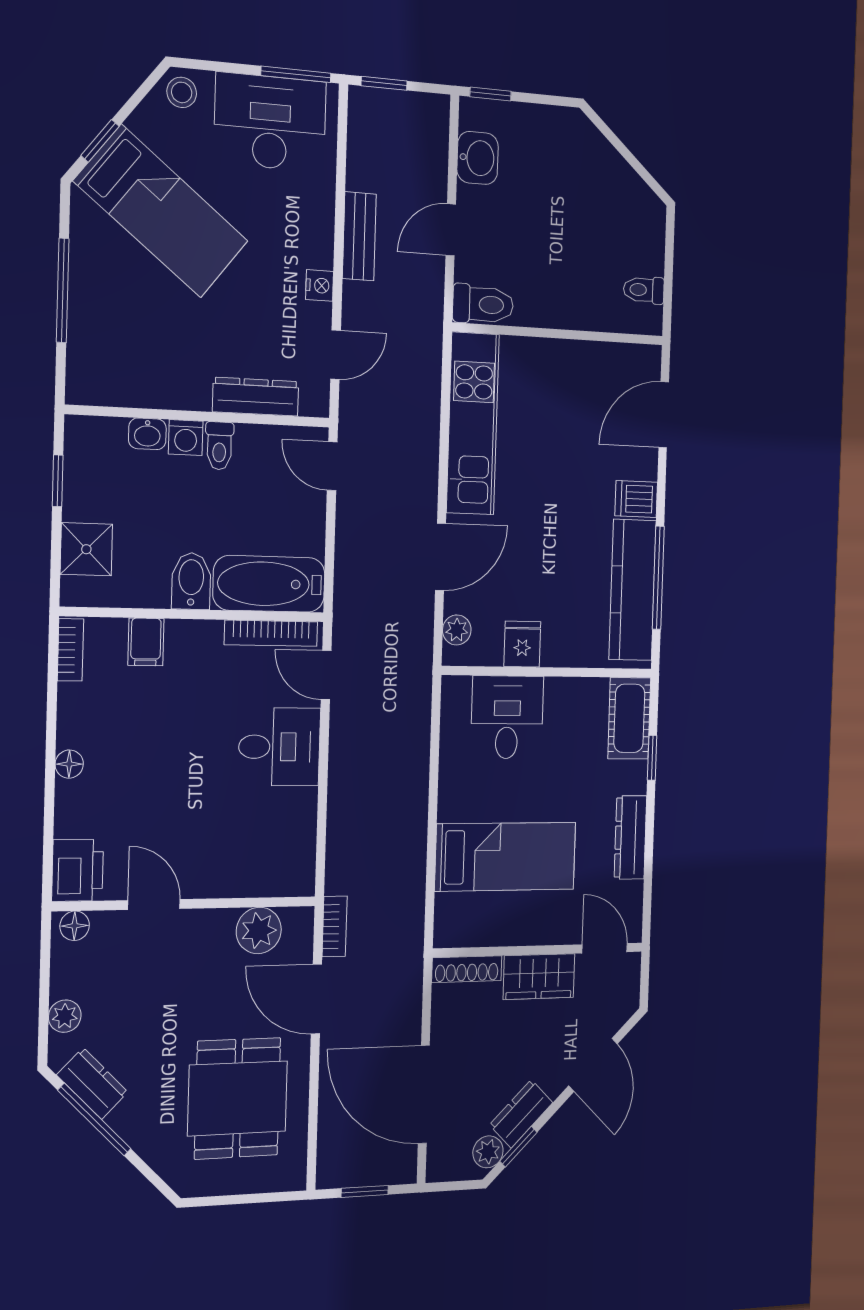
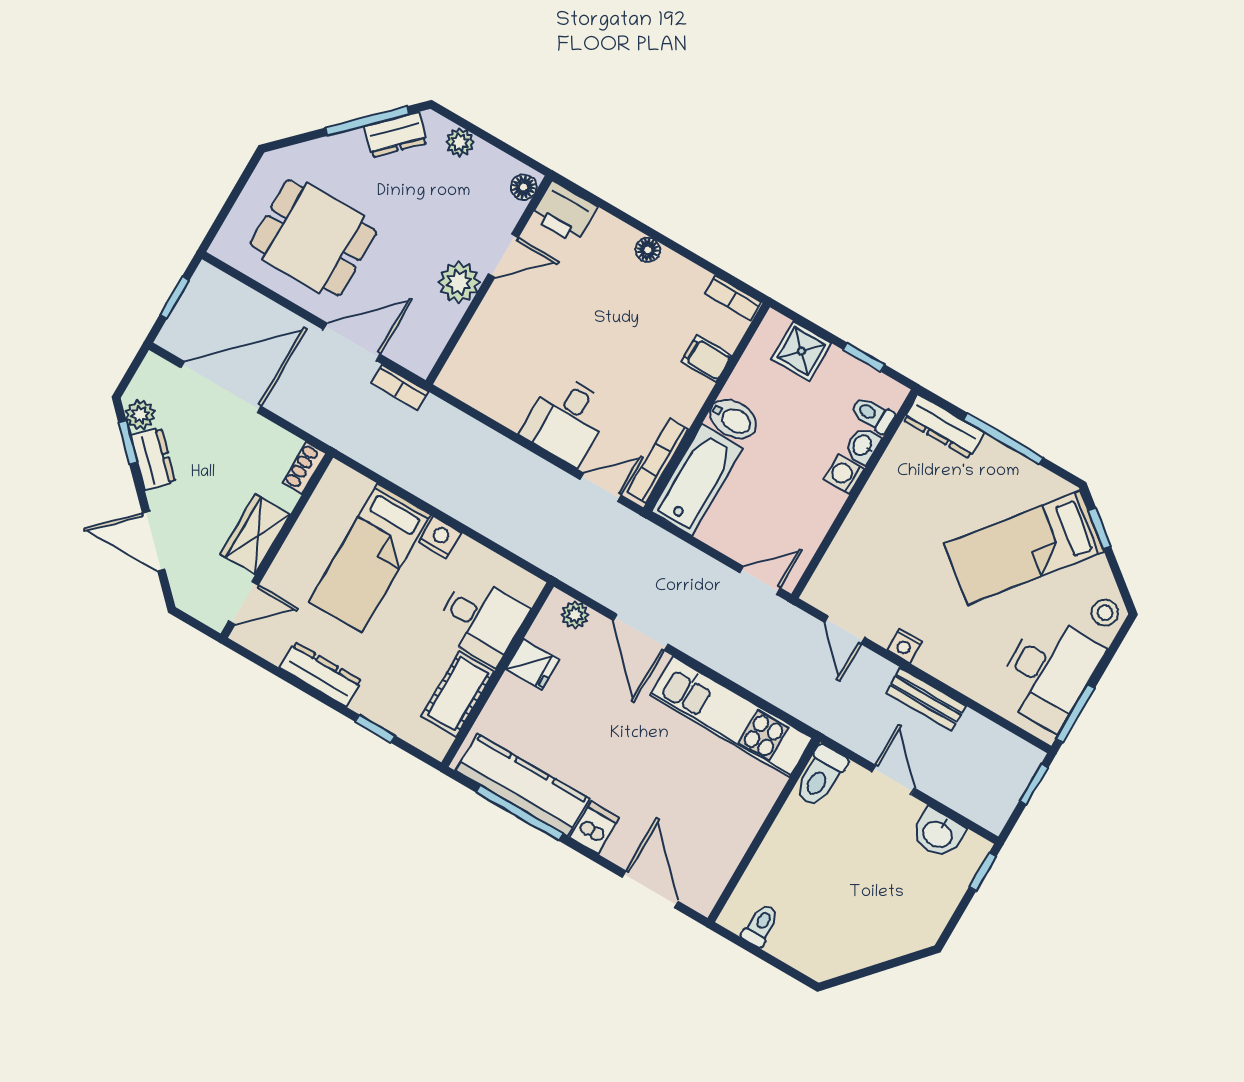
dresser: (256, 397) -> (944, 426), moved, turned 90
toilet: (219, 446) -> (872, 414), moved
cot: (629, 718) -> (458, 694), moved, turned 90
nightstand: (453, 802) -> (440, 537), added
plant: (259, 930) -> (459, 282), moved
shoe rack: (467, 969) -> (304, 468), width x0.70

